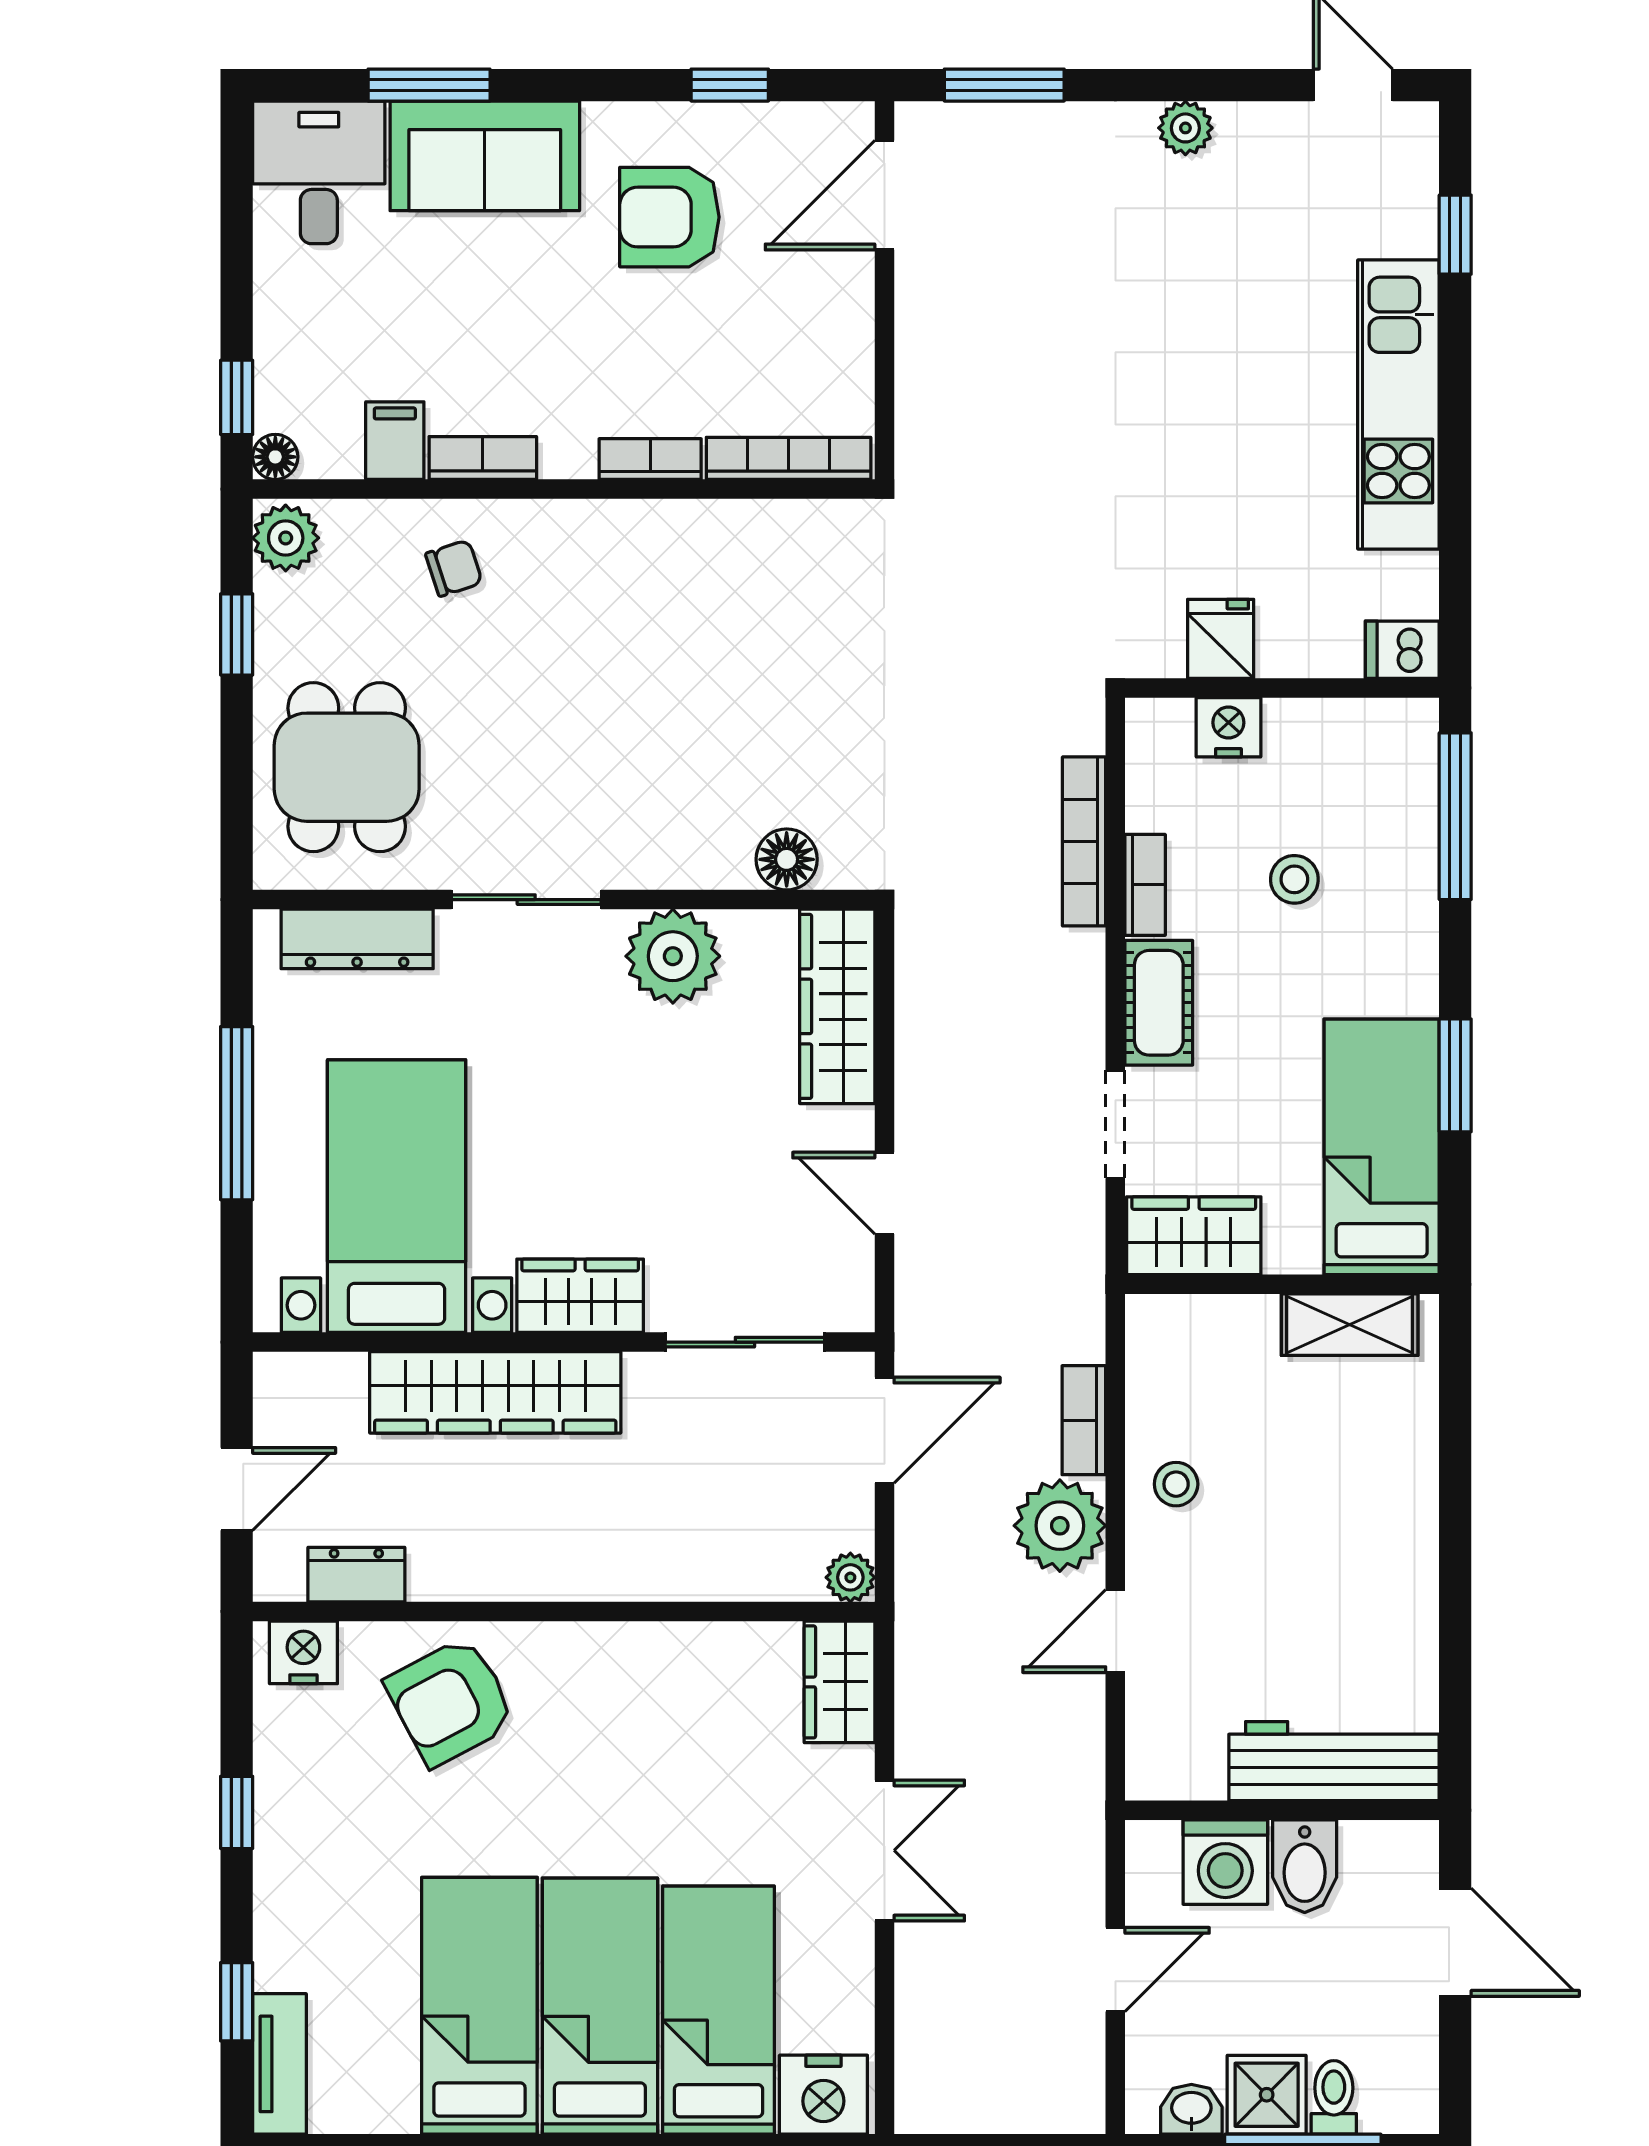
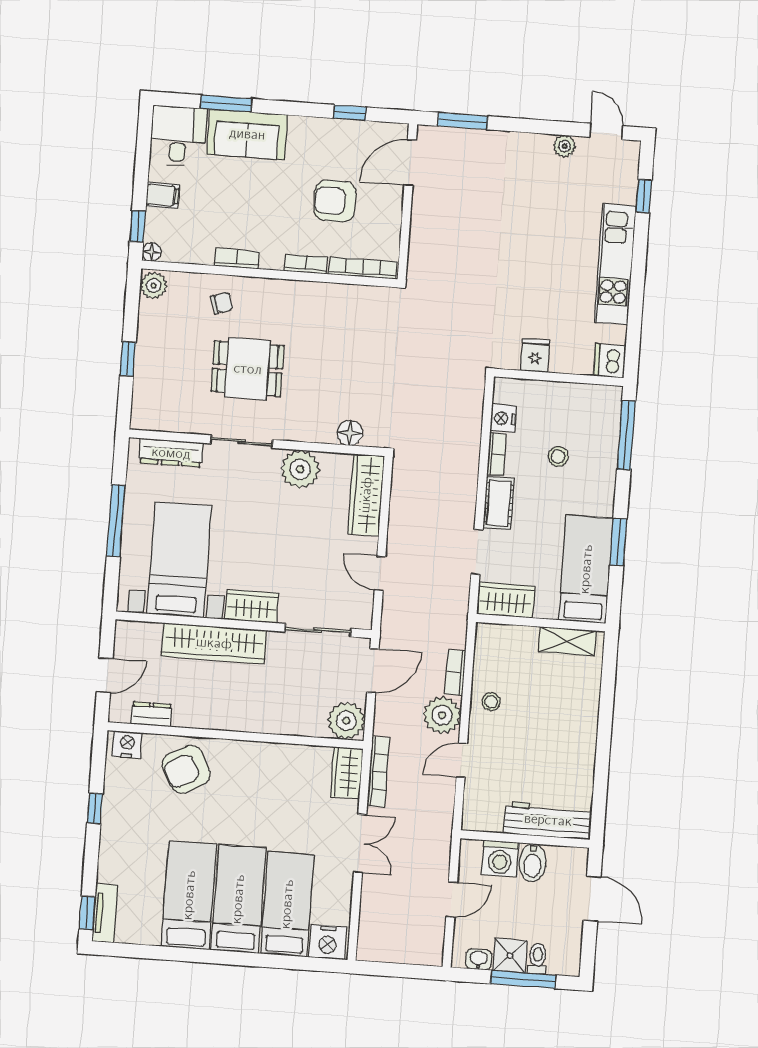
plant: (1185, 128) -> (564, 146), moved
armchair: (669, 217) -> (335, 201), moved
filing cabinet: (395, 441) -> (163, 195), moved, turned 90
window: (237, 634) -> (128, 359), moved
dishwasher: (1402, 650) -> (610, 361), width x1.38
nightstand: (1228, 727) -> (503, 418), moved, turned -90
dining table: (347, 767) -> (248, 369), moved, turned 90
bookcase: (1084, 841) -> (378, 772), moved, turned 180
plant: (850, 1577) -> (346, 721), width x1.87, depth x1.87
window: (237, 2002) -> (87, 913), moved

